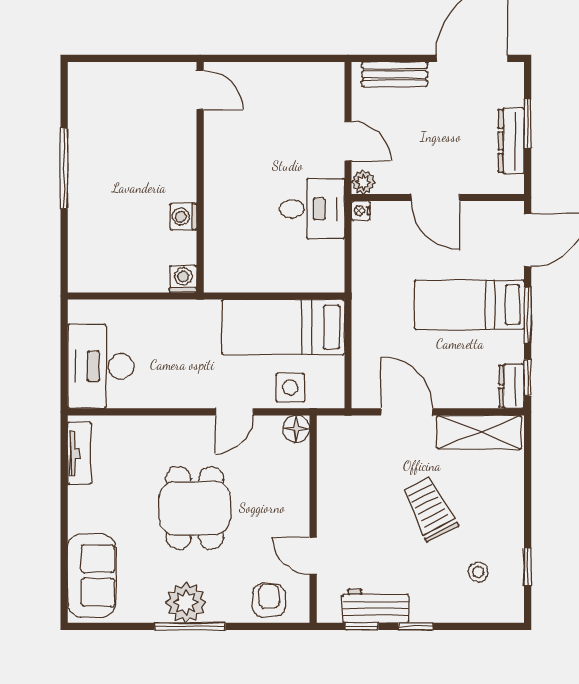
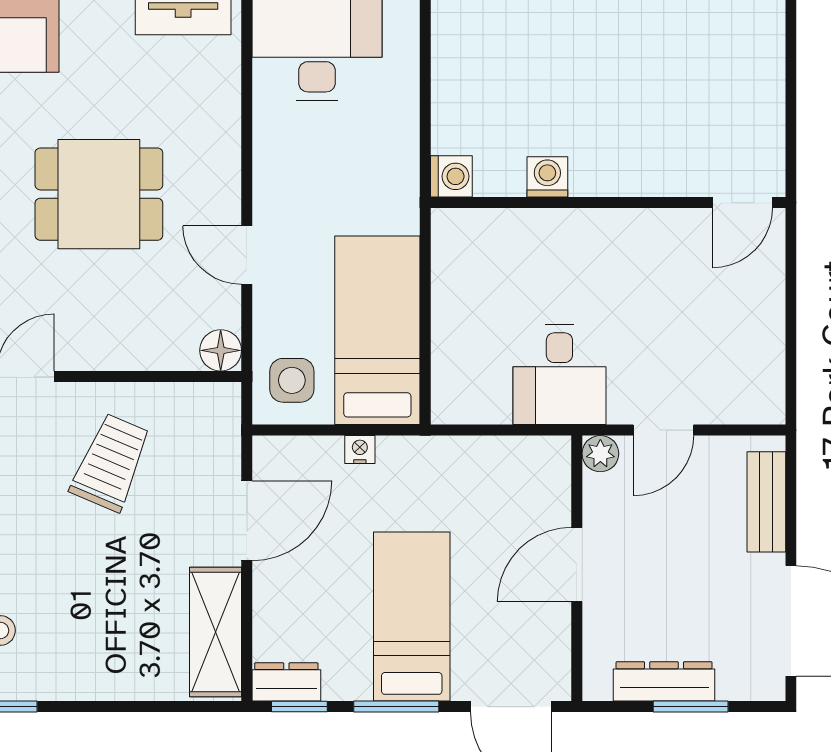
nightstand: (361, 211) -> (360, 450), moved
side table: (290, 388) -> (292, 380), moved
trolley: (430, 509) -> (111, 463), moved, turned -40

